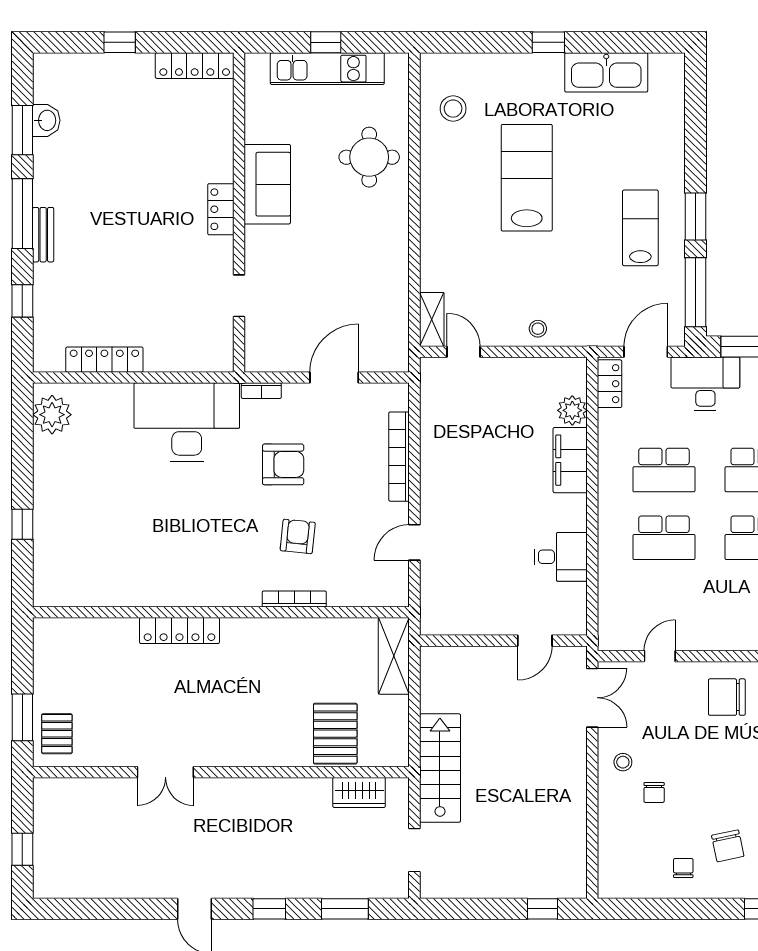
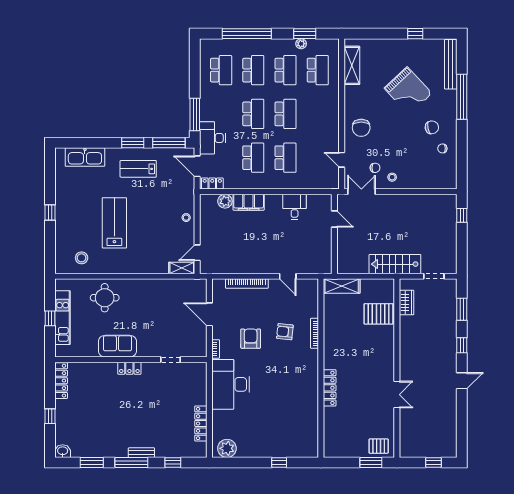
kitchen sink: (606, 72) -> (85, 157), moved, turned 90
washbasin: (46, 120) -> (63, 451), moved
lab bench: (527, 178) -> (114, 223), turned 90
chair: (654, 792) -> (375, 168), moved

